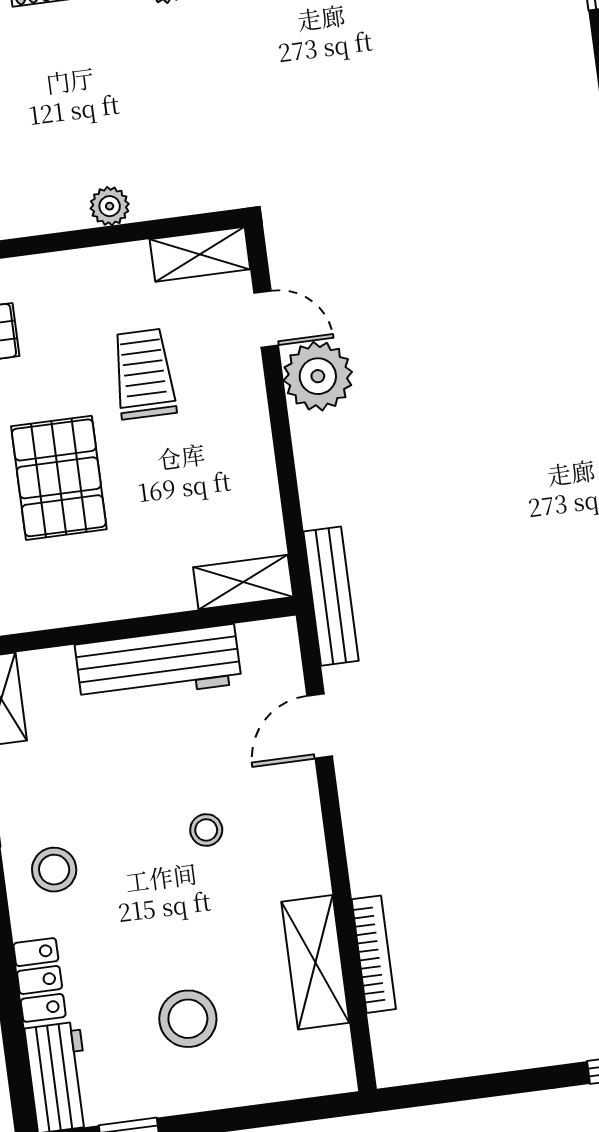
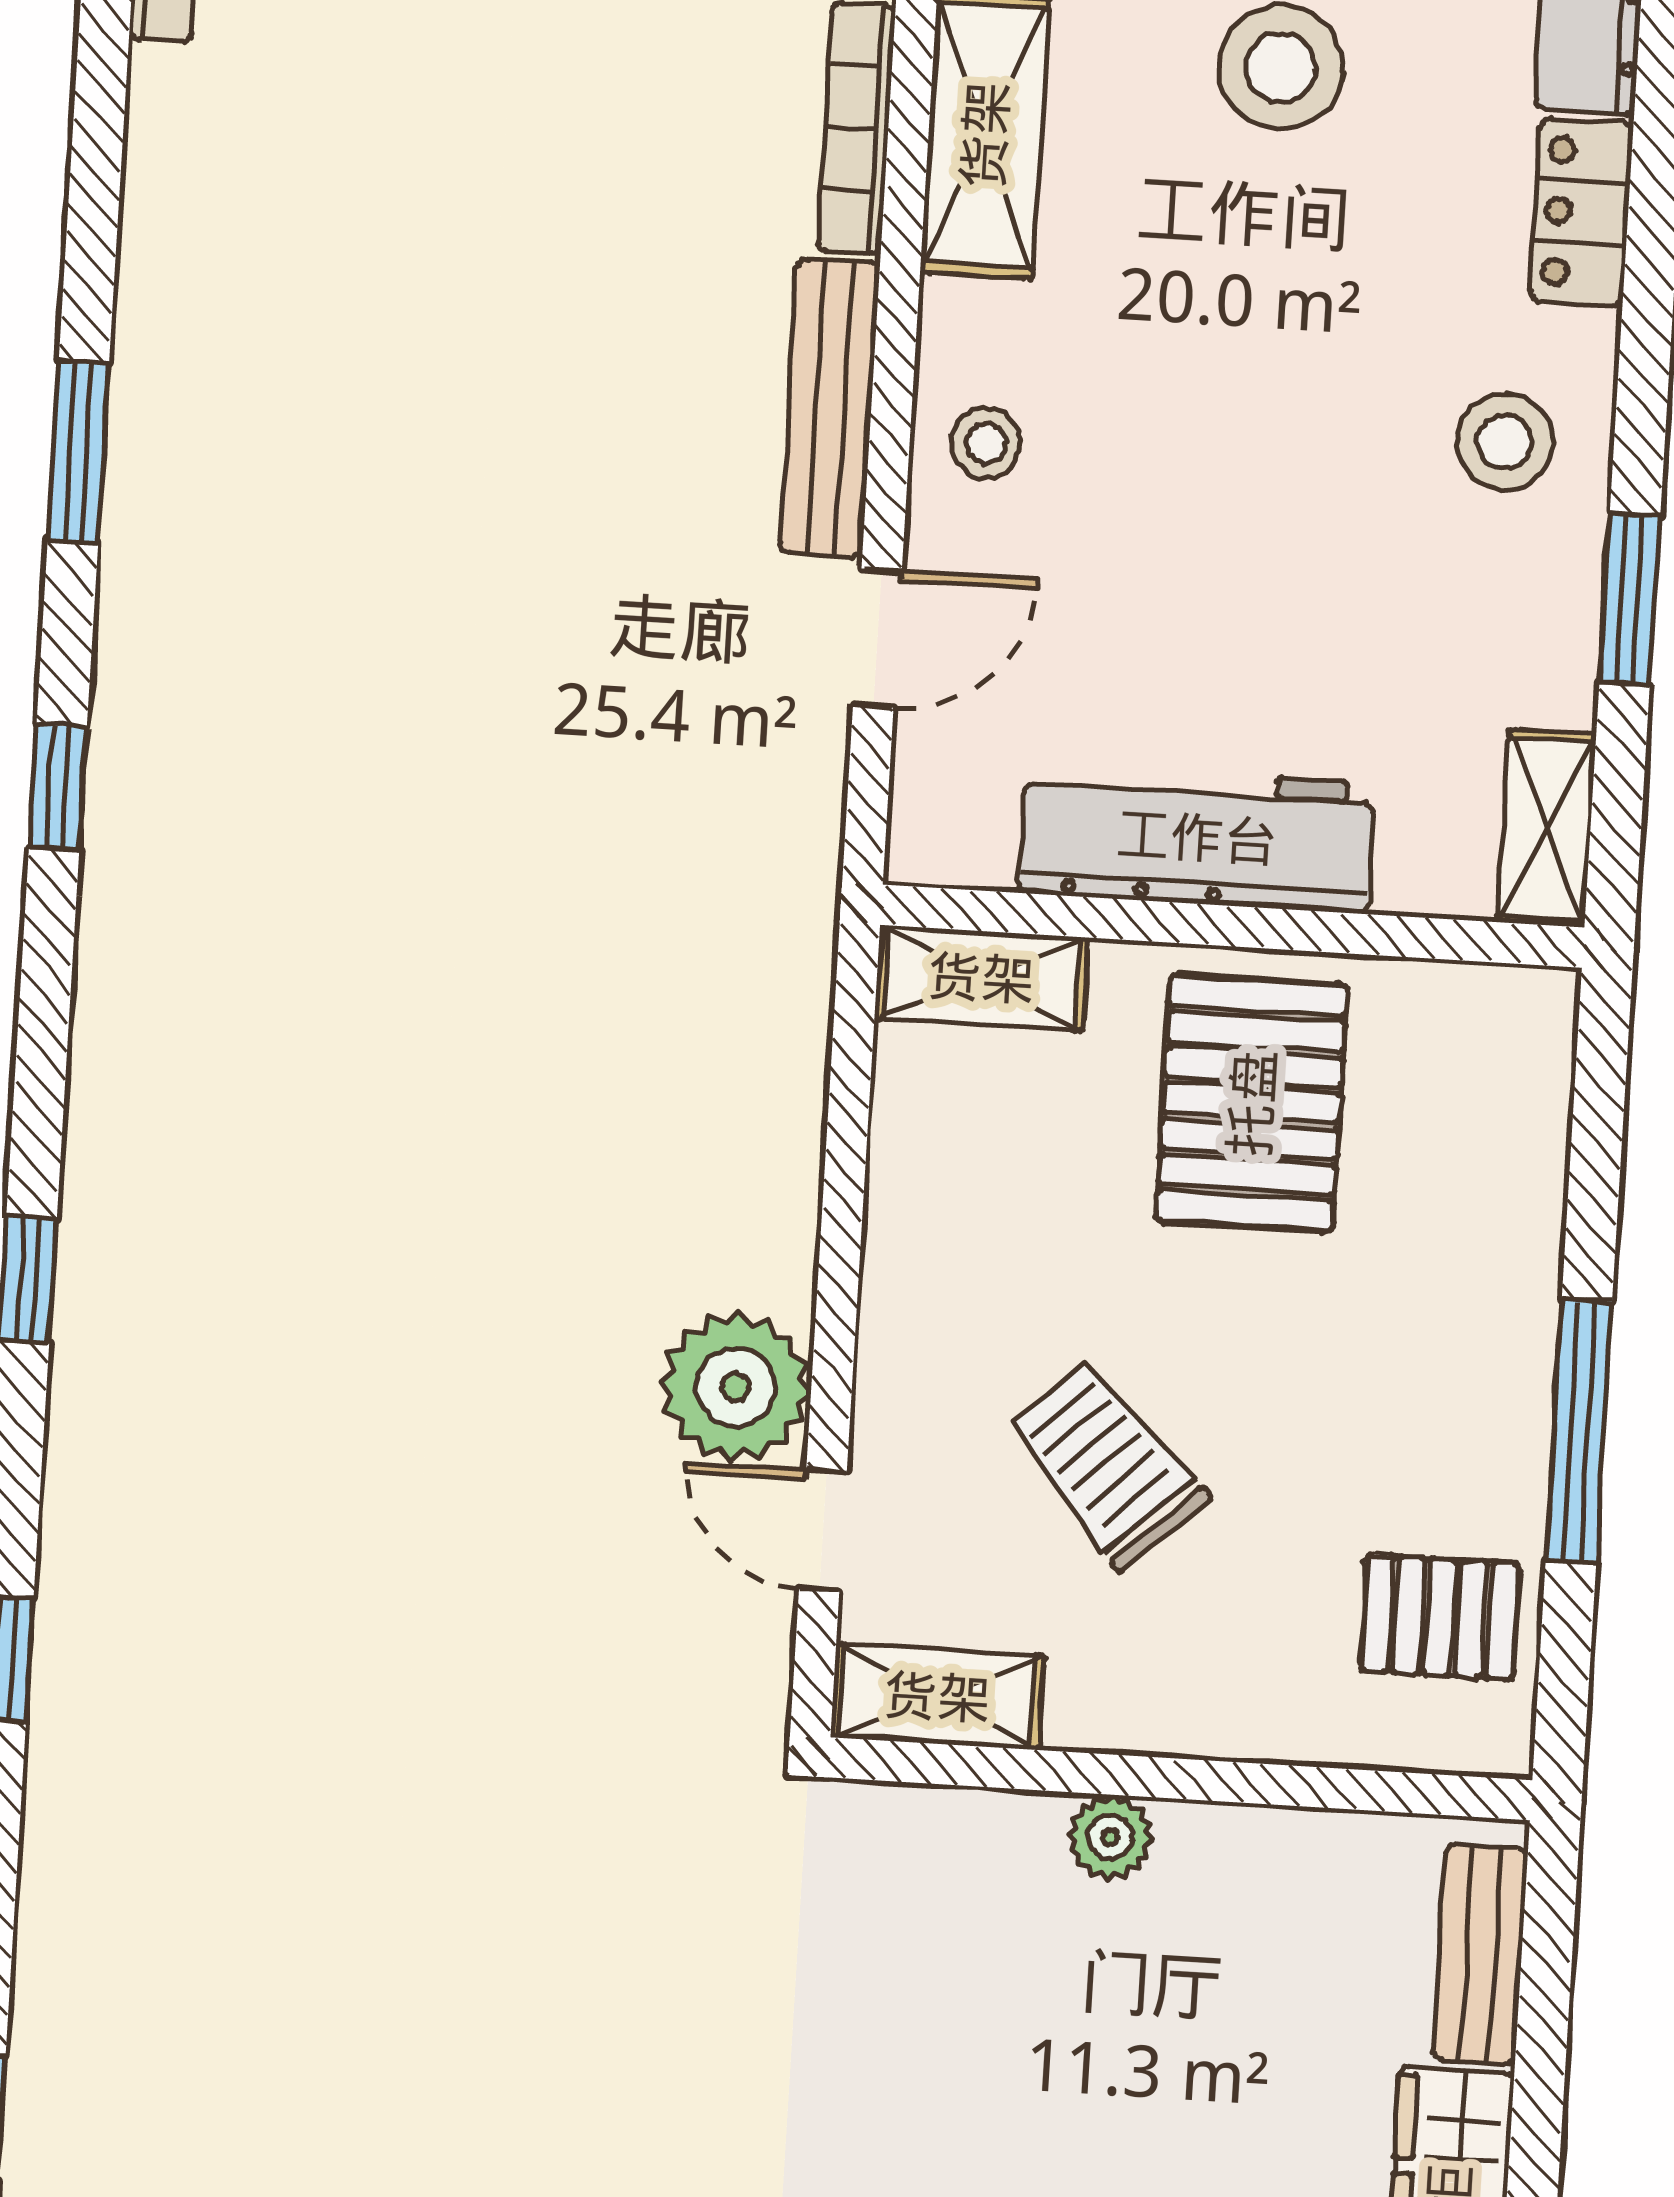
trolley: (144, 374) -> (1107, 1464), turned 137
pallet: (59, 478) -> (1252, 1103), moved
bench: (331, 596) -> (830, 408), moved
stool: (206, 830) -> (986, 443), moved

